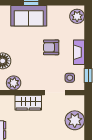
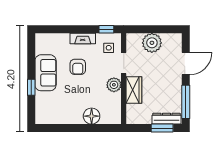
sofa: (29, 16) -> (46, 73), moved
plant: (77, 16) -> (46, 40), removed
plant: (14, 83) -> (114, 85), moved

